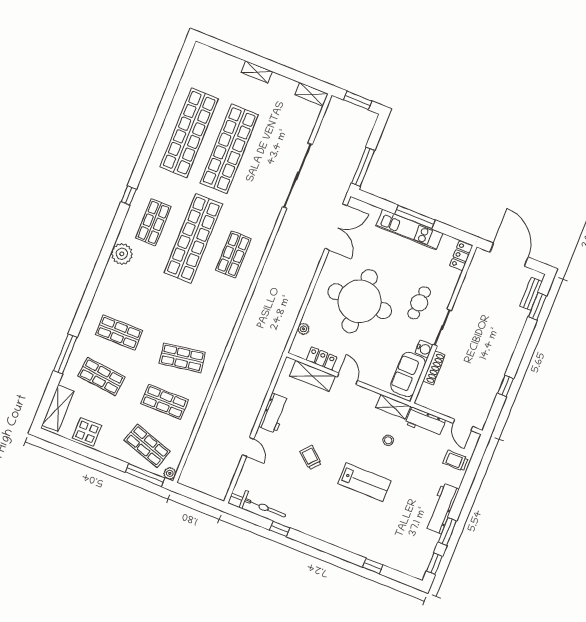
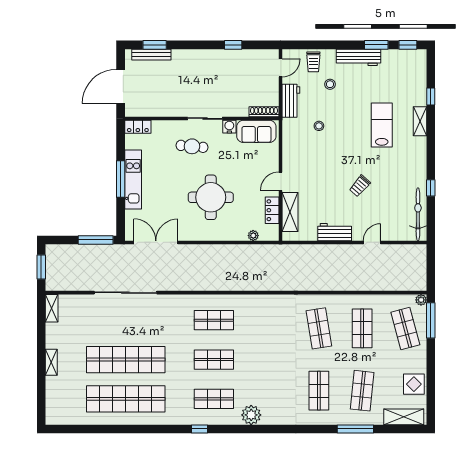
shop shelf: (193, 238) -> (214, 360), width x0.50, depth x0.74
bench: (531, 294) -> (151, 55), width x1.36
round table: (360, 301) -> (211, 197), width x0.73, depth x0.73
shoe rack: (434, 368) -> (264, 112), moved
shelving: (393, 407) -> (420, 121), moved
shop shelf: (147, 446) -> (405, 328), turned -33
stool: (426, 468) -> (330, 84), added
lab bench: (364, 482) -> (382, 125), moved

